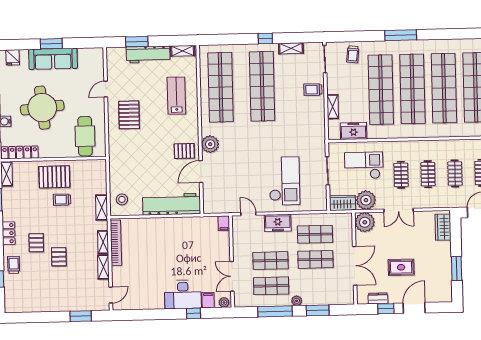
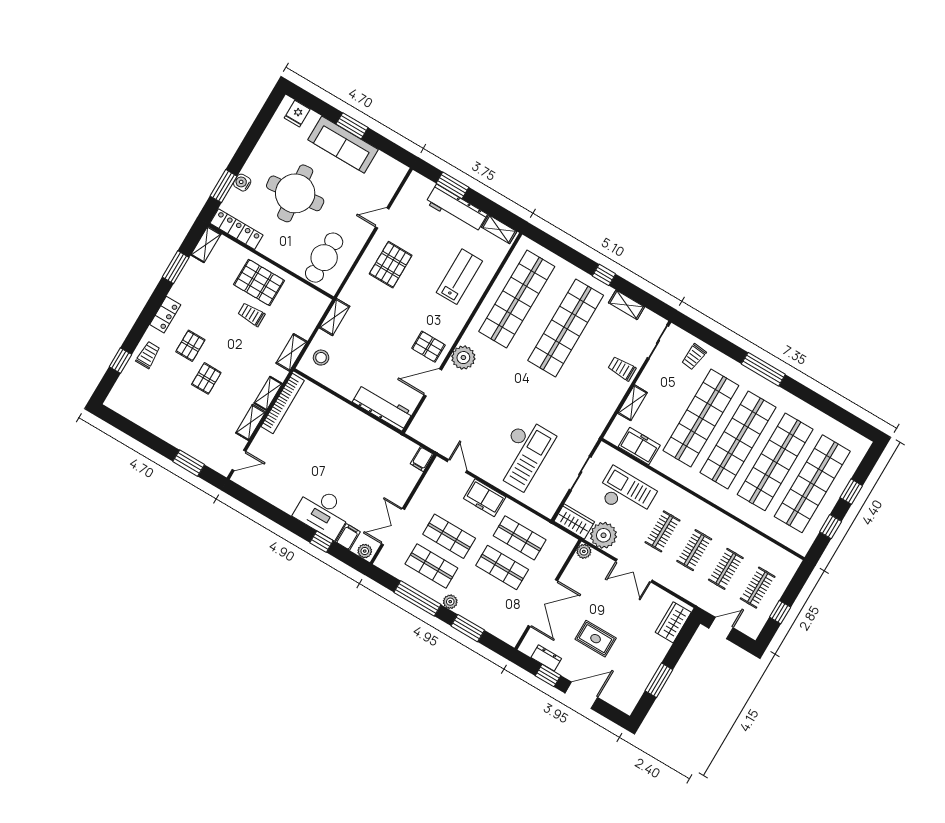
shelving: (115, 169) -> (335, 317), added
workbench: (172, 204) -> (383, 407), width x0.73, depth x0.76
plant: (365, 222) -> (584, 551), width x0.53, depth x0.53

